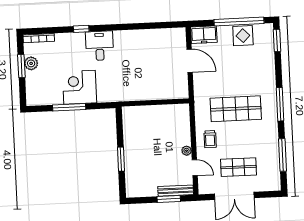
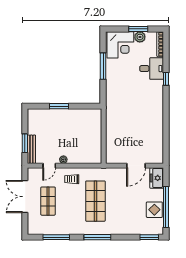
desk: (100, 46) -> (152, 69), moved
corner desk: (80, 87) -> (120, 45), moved, turned 90

